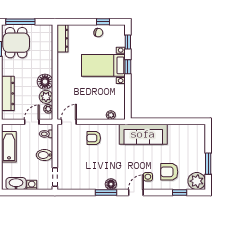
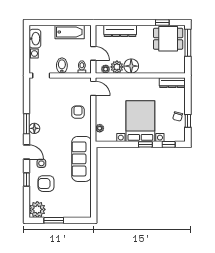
bed with nightstands: (103, 65) -> (140, 121), width x1.36
armchair: (169, 172) -> (46, 184), turned -90
window: (180, 192) -> (26, 180), moved

